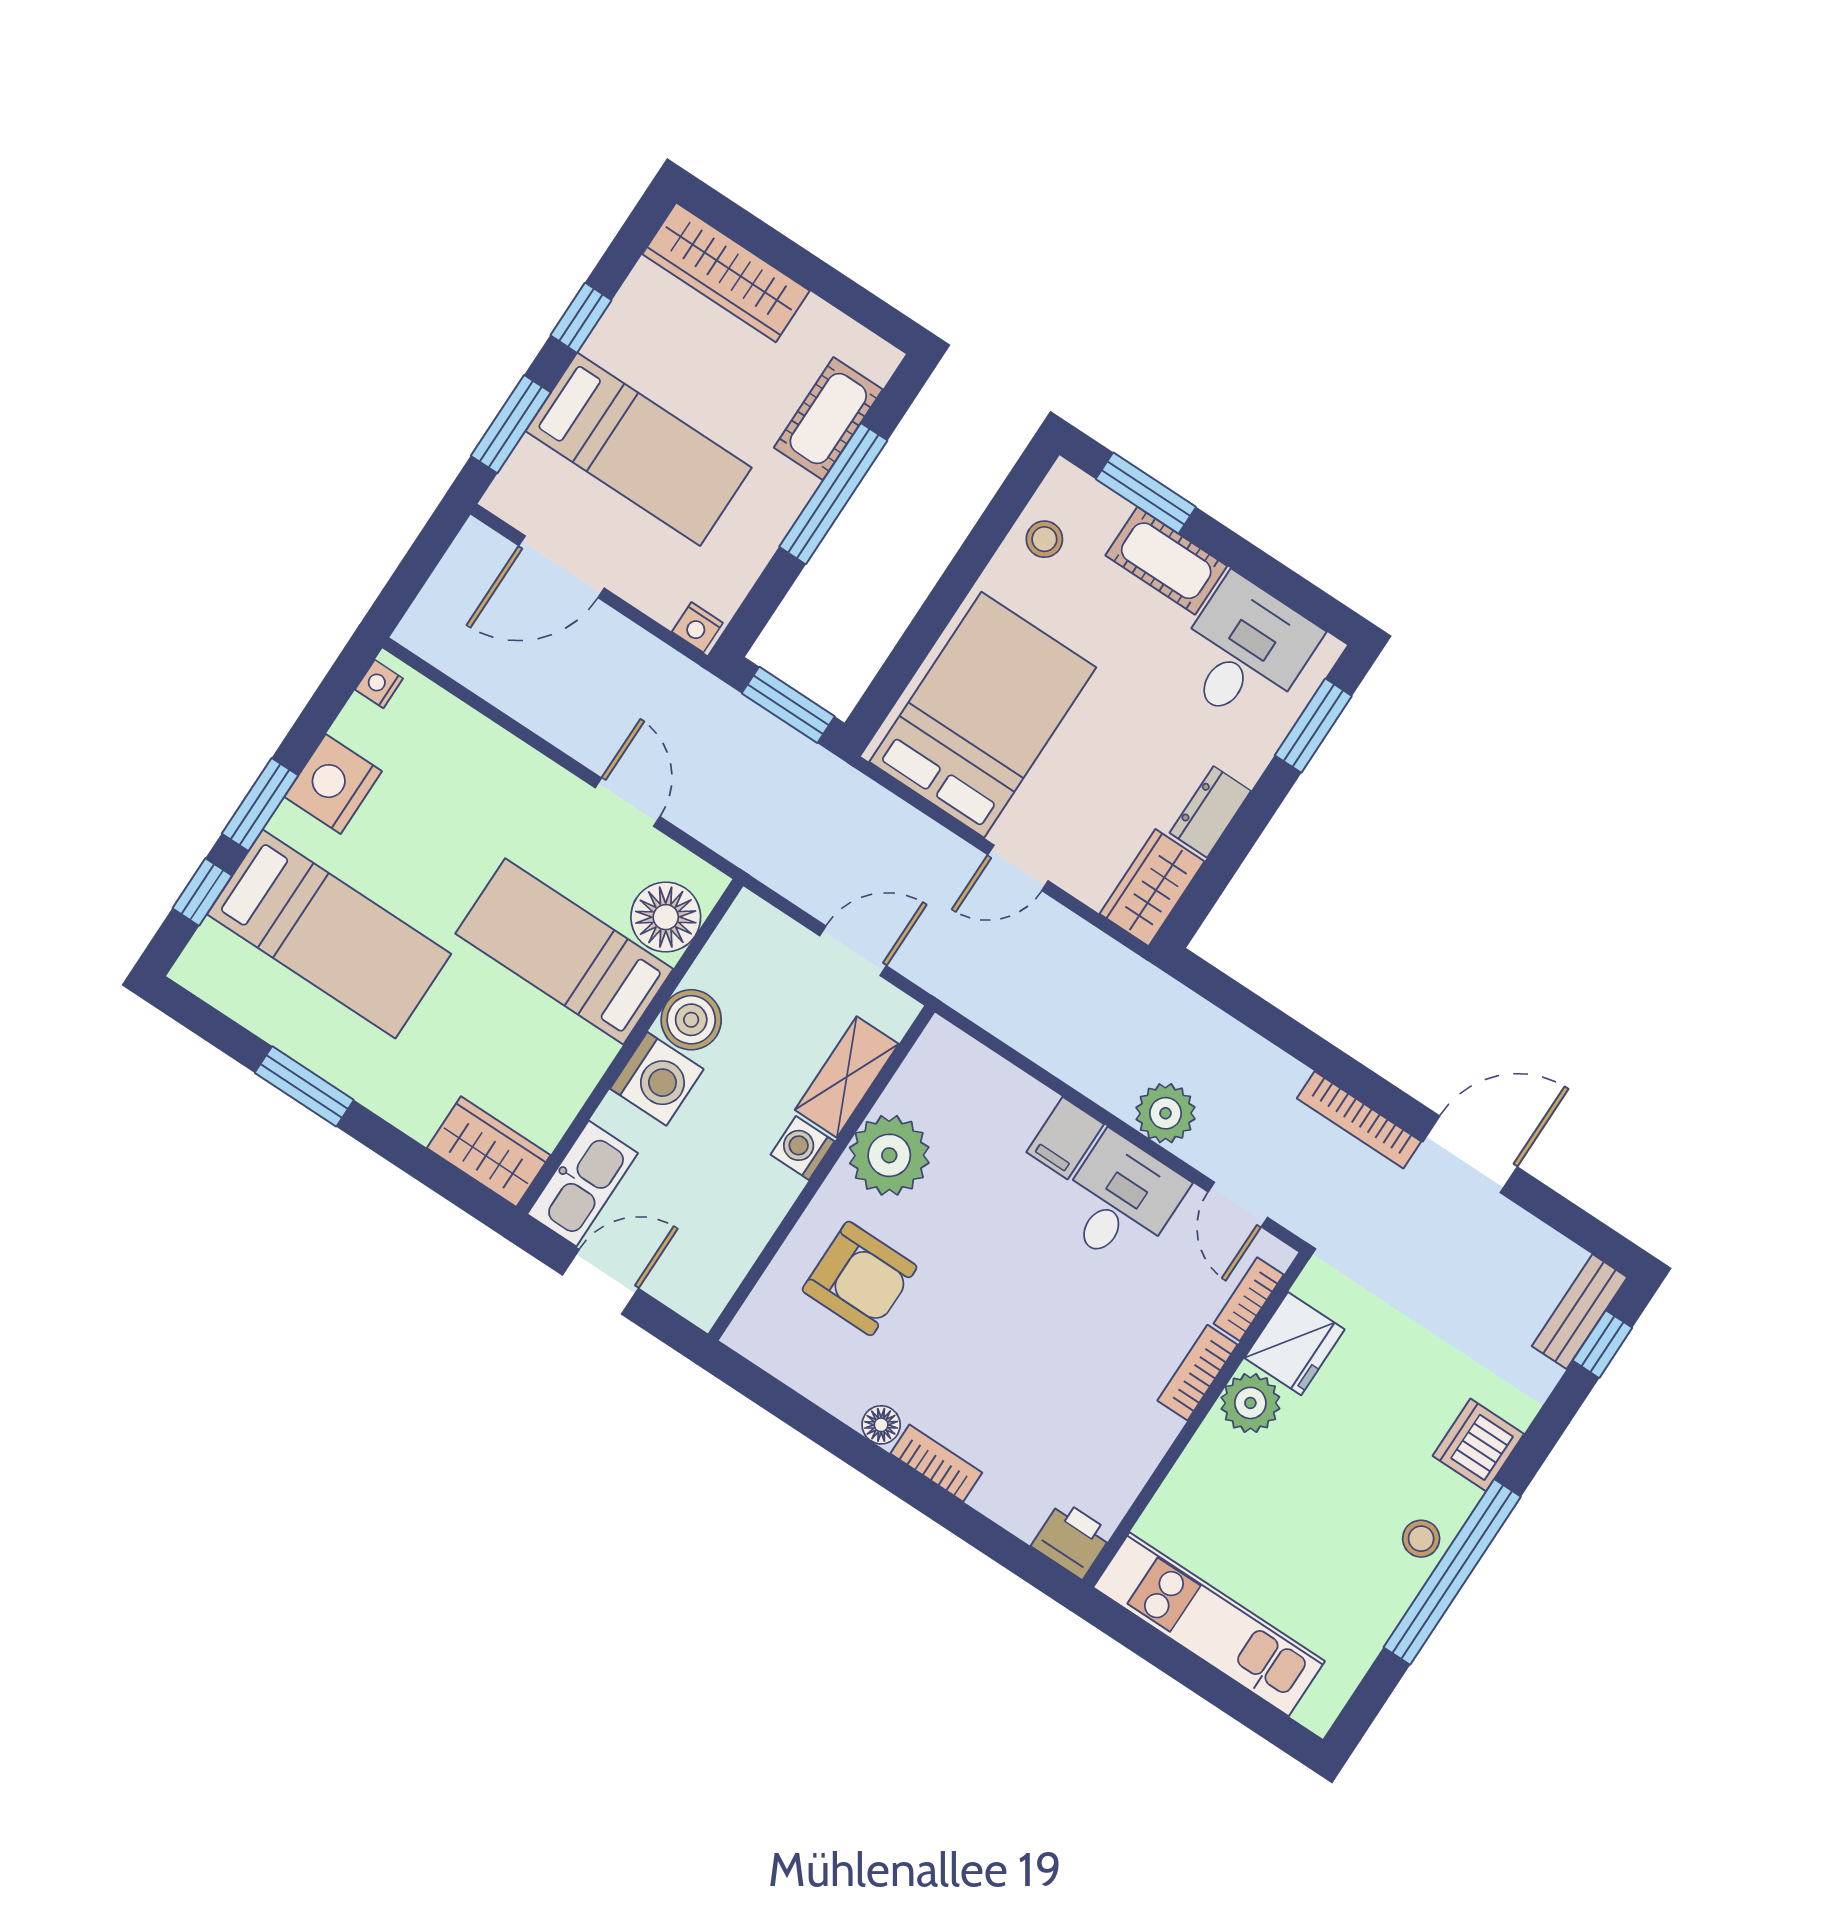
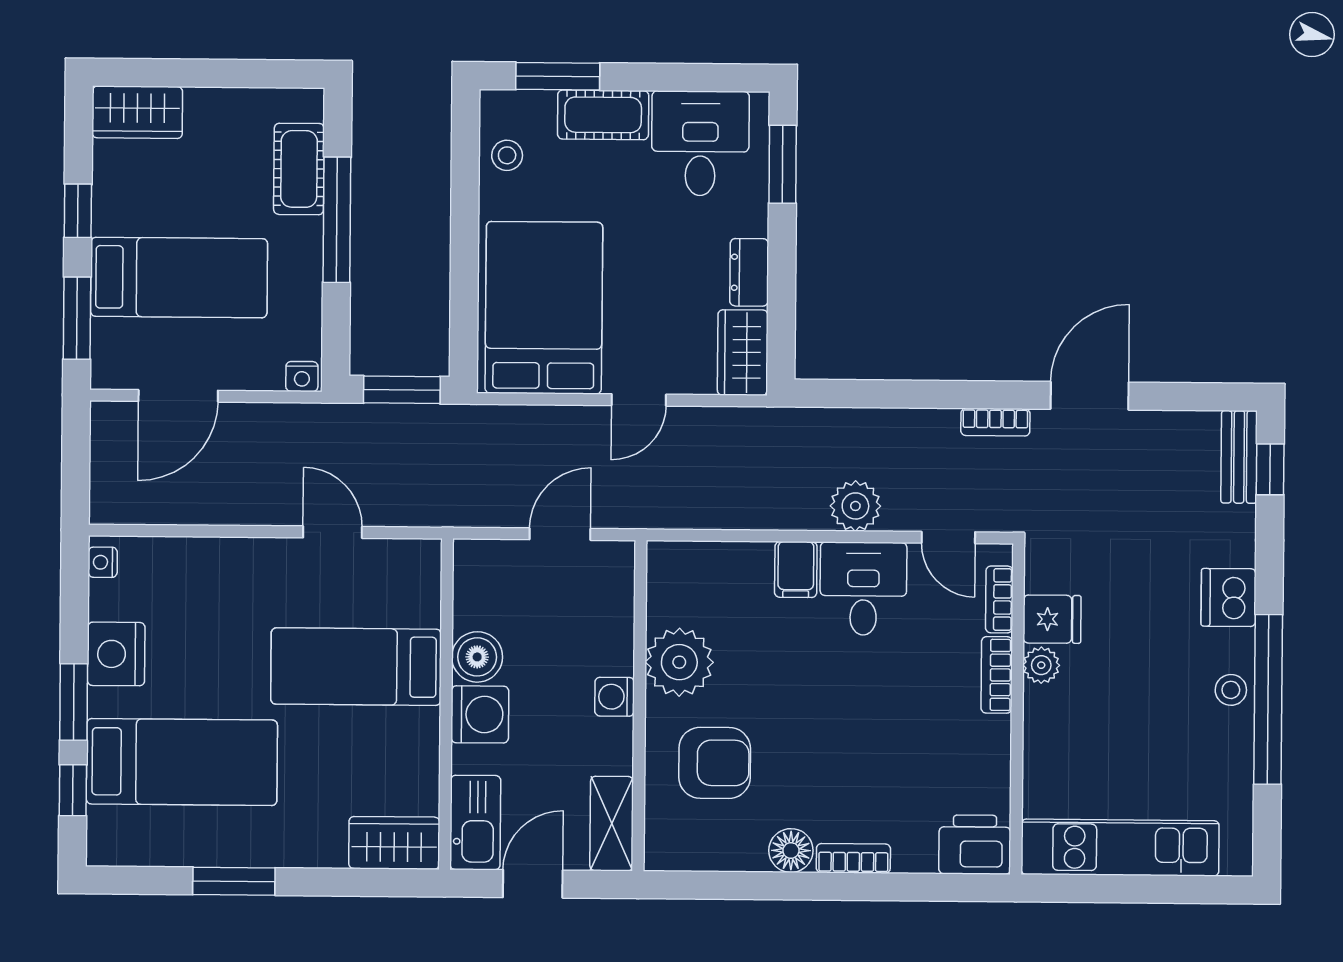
wardrobe: (726, 272) -> (137, 112), width x0.67
floor lamp: (666, 917) -> (412, 596), removed
shelving: (847, 1077) -> (612, 824), moved
bookcase: (1359, 1120) -> (995, 422), width x0.64
fridge: (1295, 1344) -> (1052, 619), width x0.72
plant: (1250, 1403) -> (1041, 665), width x0.73, depth x0.73
floor lamp: (881, 1425) -> (791, 851), width x1.37, depth x1.37
printer: (1072, 1540) -> (975, 845), width x1.36, depth x1.24

